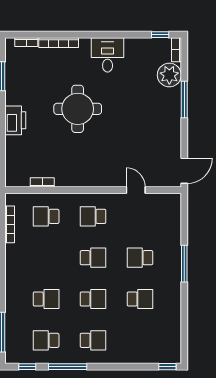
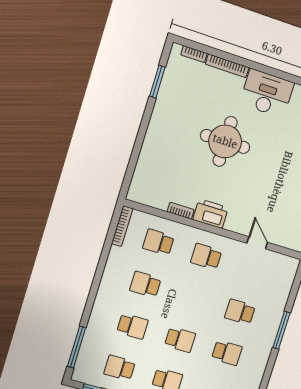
desk: (108, 55) -> (267, 93), width x1.37
printer: (15, 120) -> (211, 214), moved, turned -90
bookcase: (42, 182) -> (181, 211), moved
bookcase: (10, 224) -> (122, 226), moved
school desk: (93, 258) -> (145, 284), moved, turned 180

